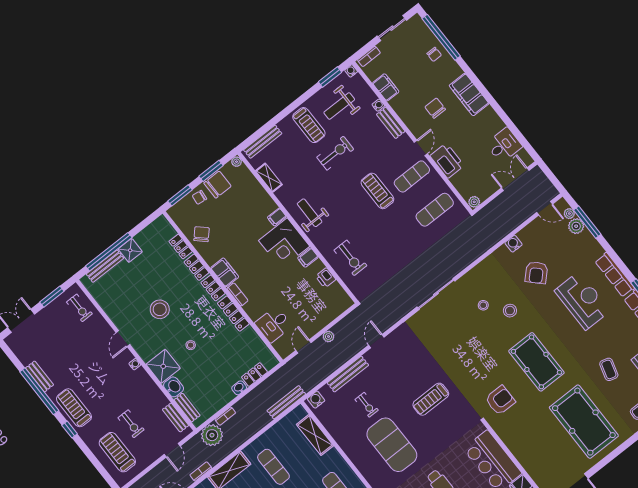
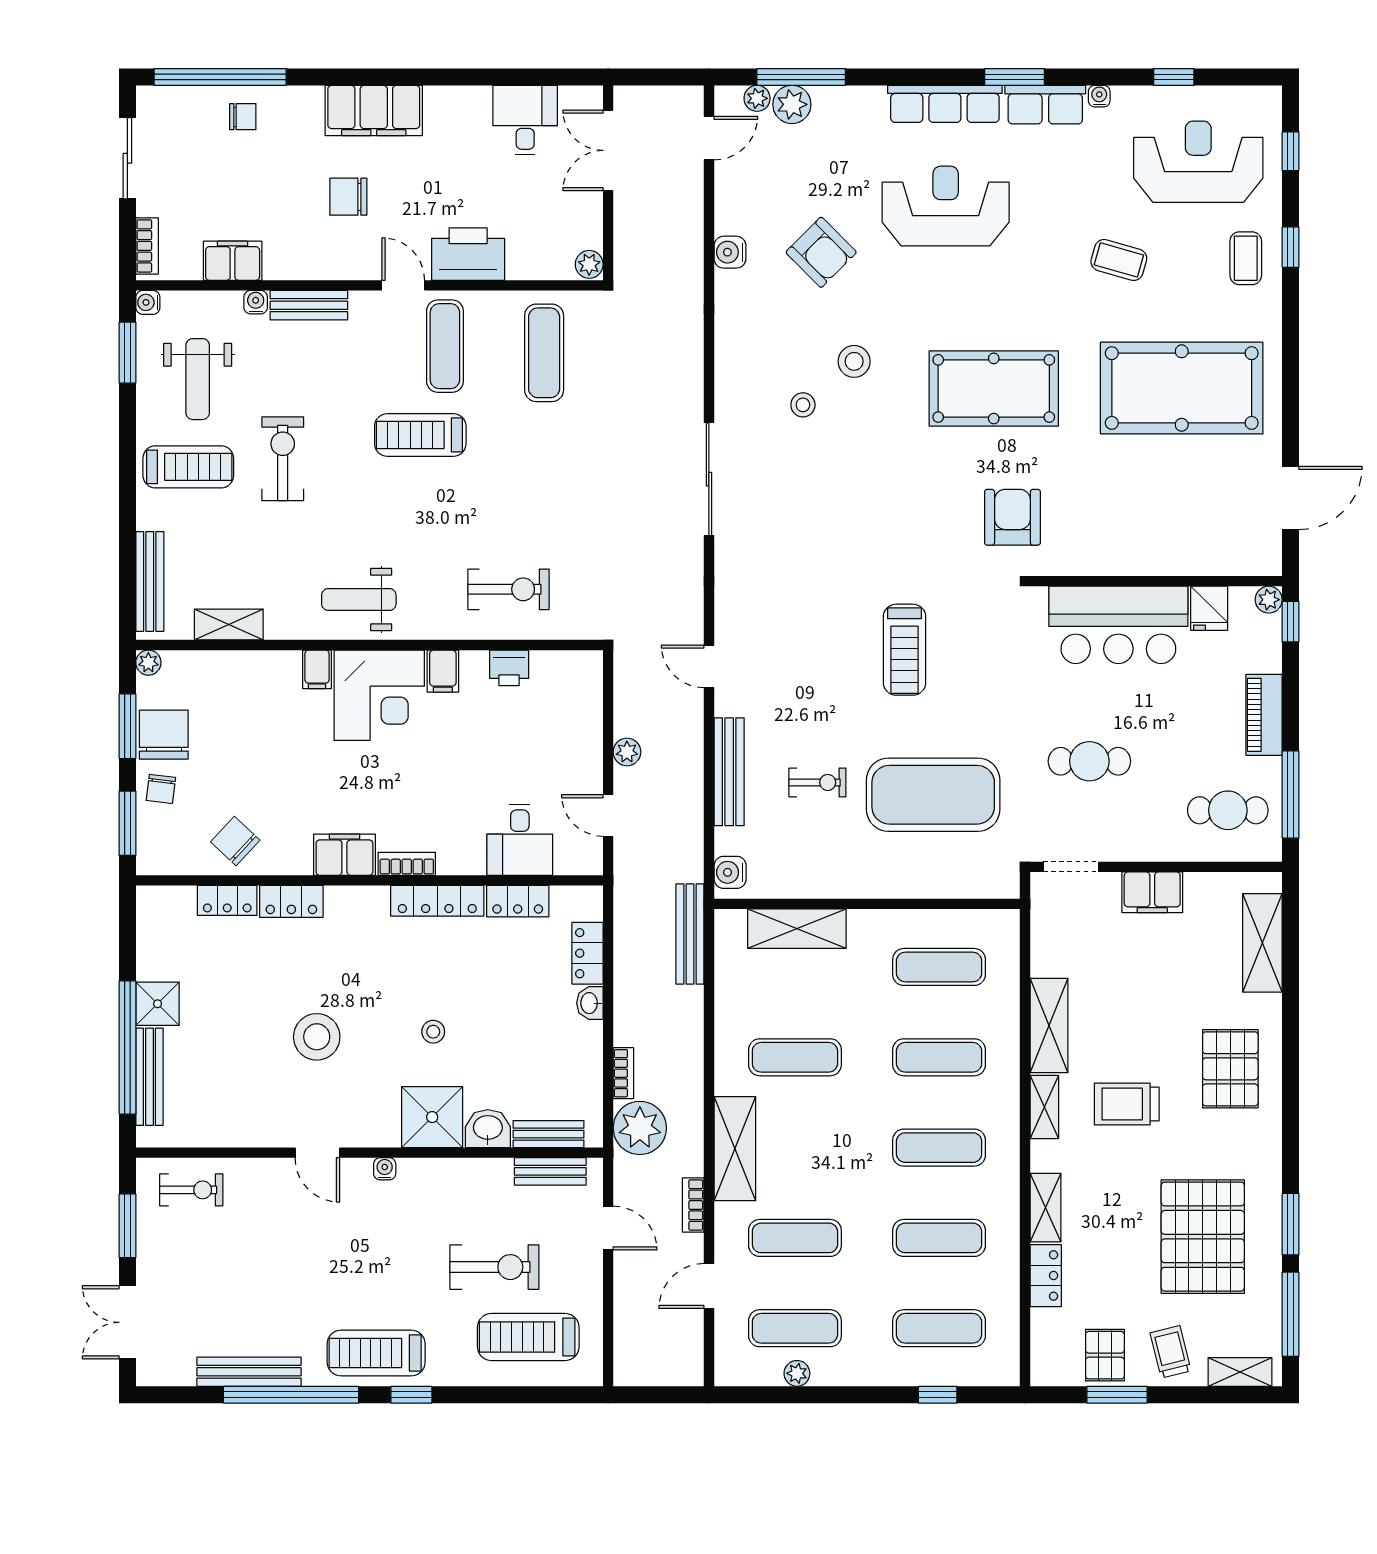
locker: (213, 288) -> (518, 901), moved
bench: (40, 376) -> (249, 1372), width x1.36
exercise bike: (131, 424) -> (494, 1267), width x1.38, depth x1.39

